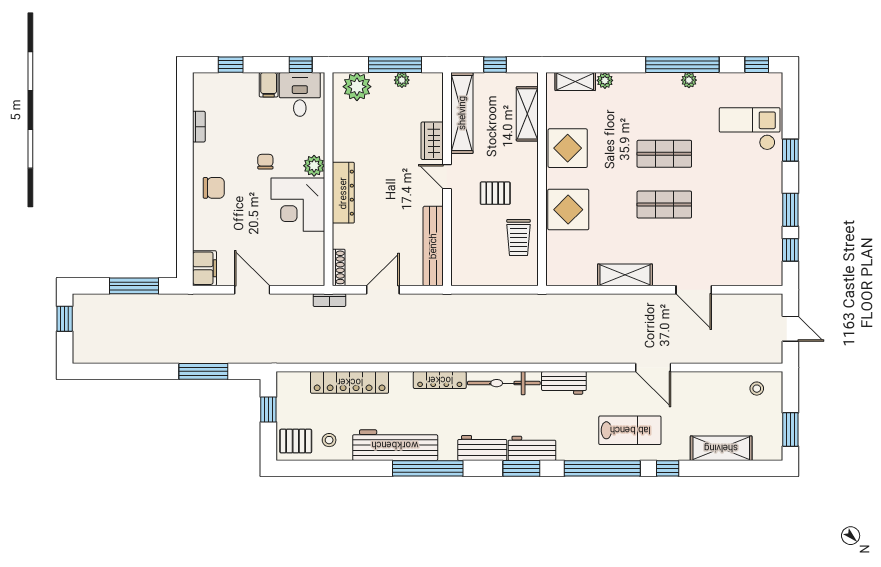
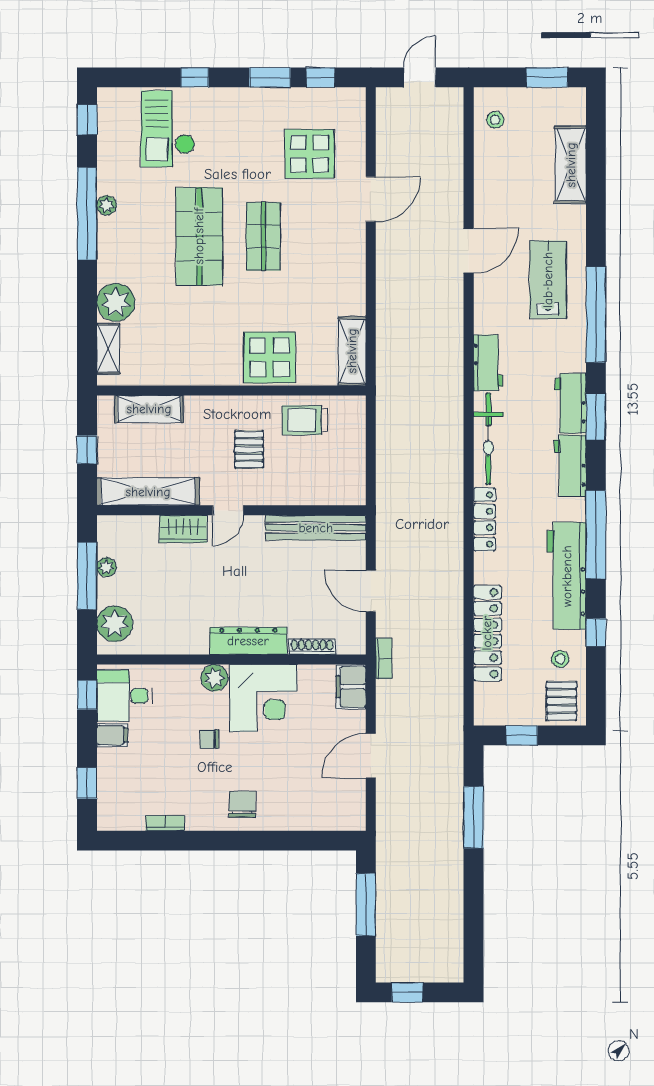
plant: (605, 80) -> (116, 302), width x1.87, depth x1.87
display table: (568, 148) -> (310, 154), moved
shop shelf: (664, 154) -> (199, 236), width x1.43, depth x1.36
trolley: (518, 238) -> (305, 420), turned 180
shoe rack: (339, 267) -> (312, 647), moved
filing cabinet: (204, 268) -> (351, 687), moved, turned -90
shelving: (625, 275) -> (352, 351), moved
window: (668, 468) -> (596, 632), moved

